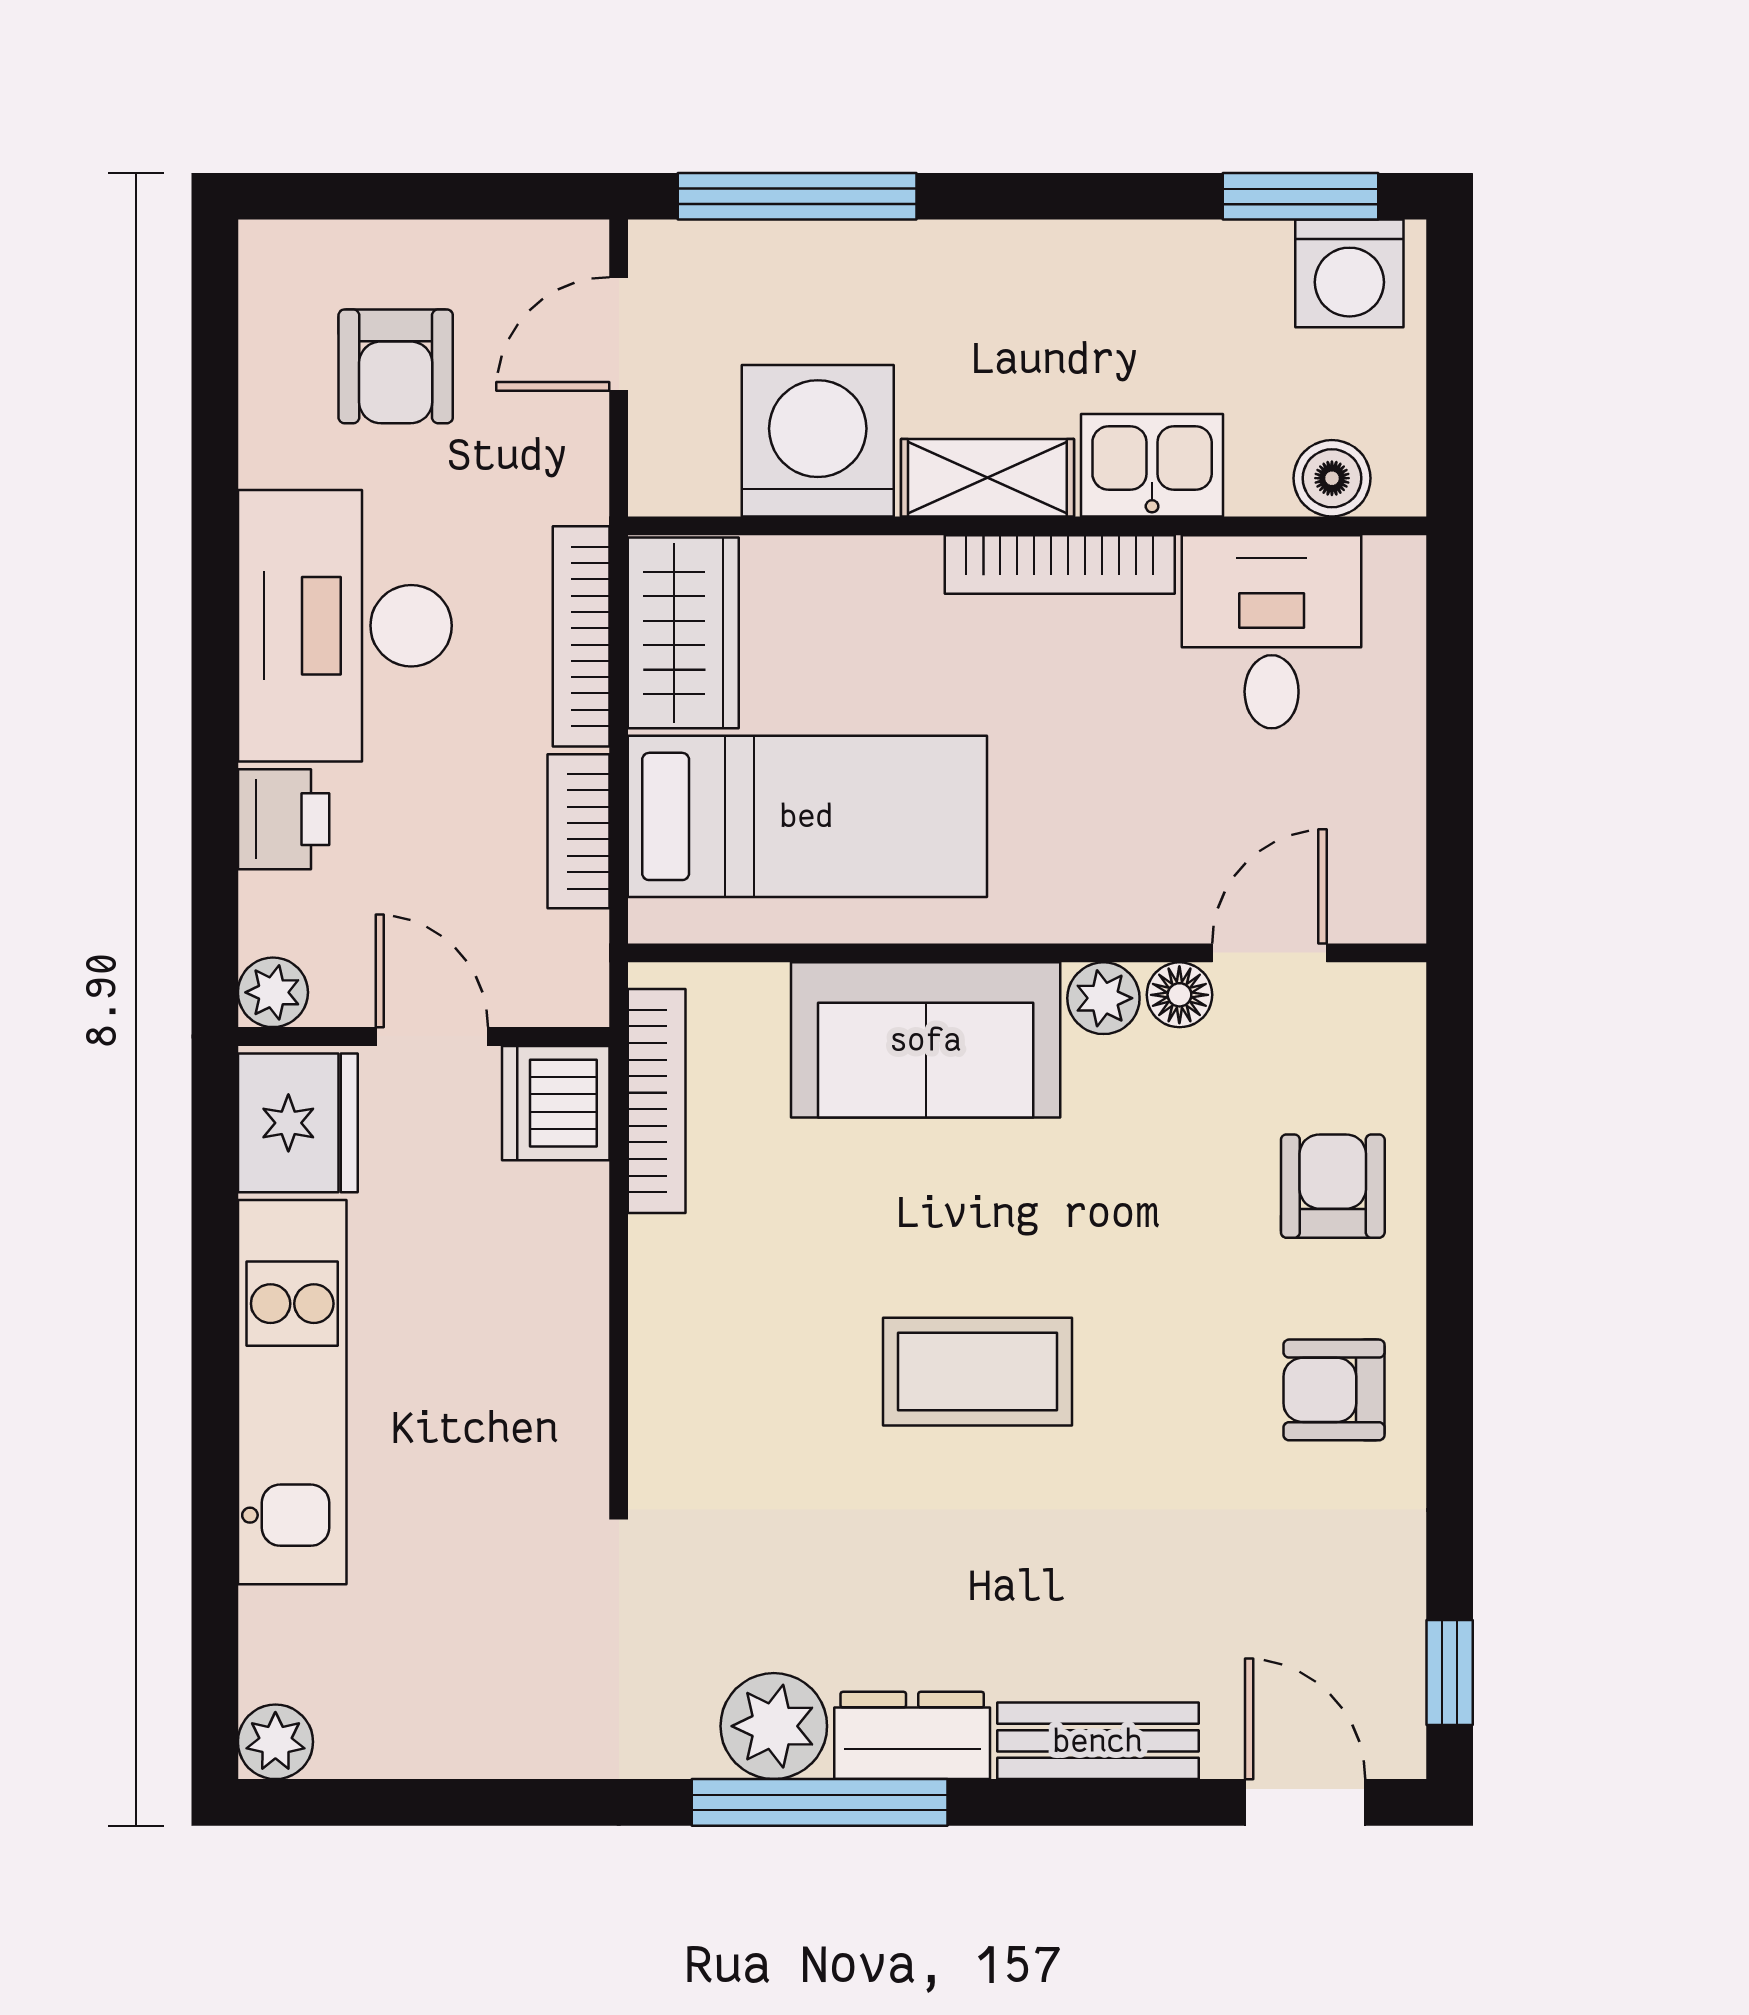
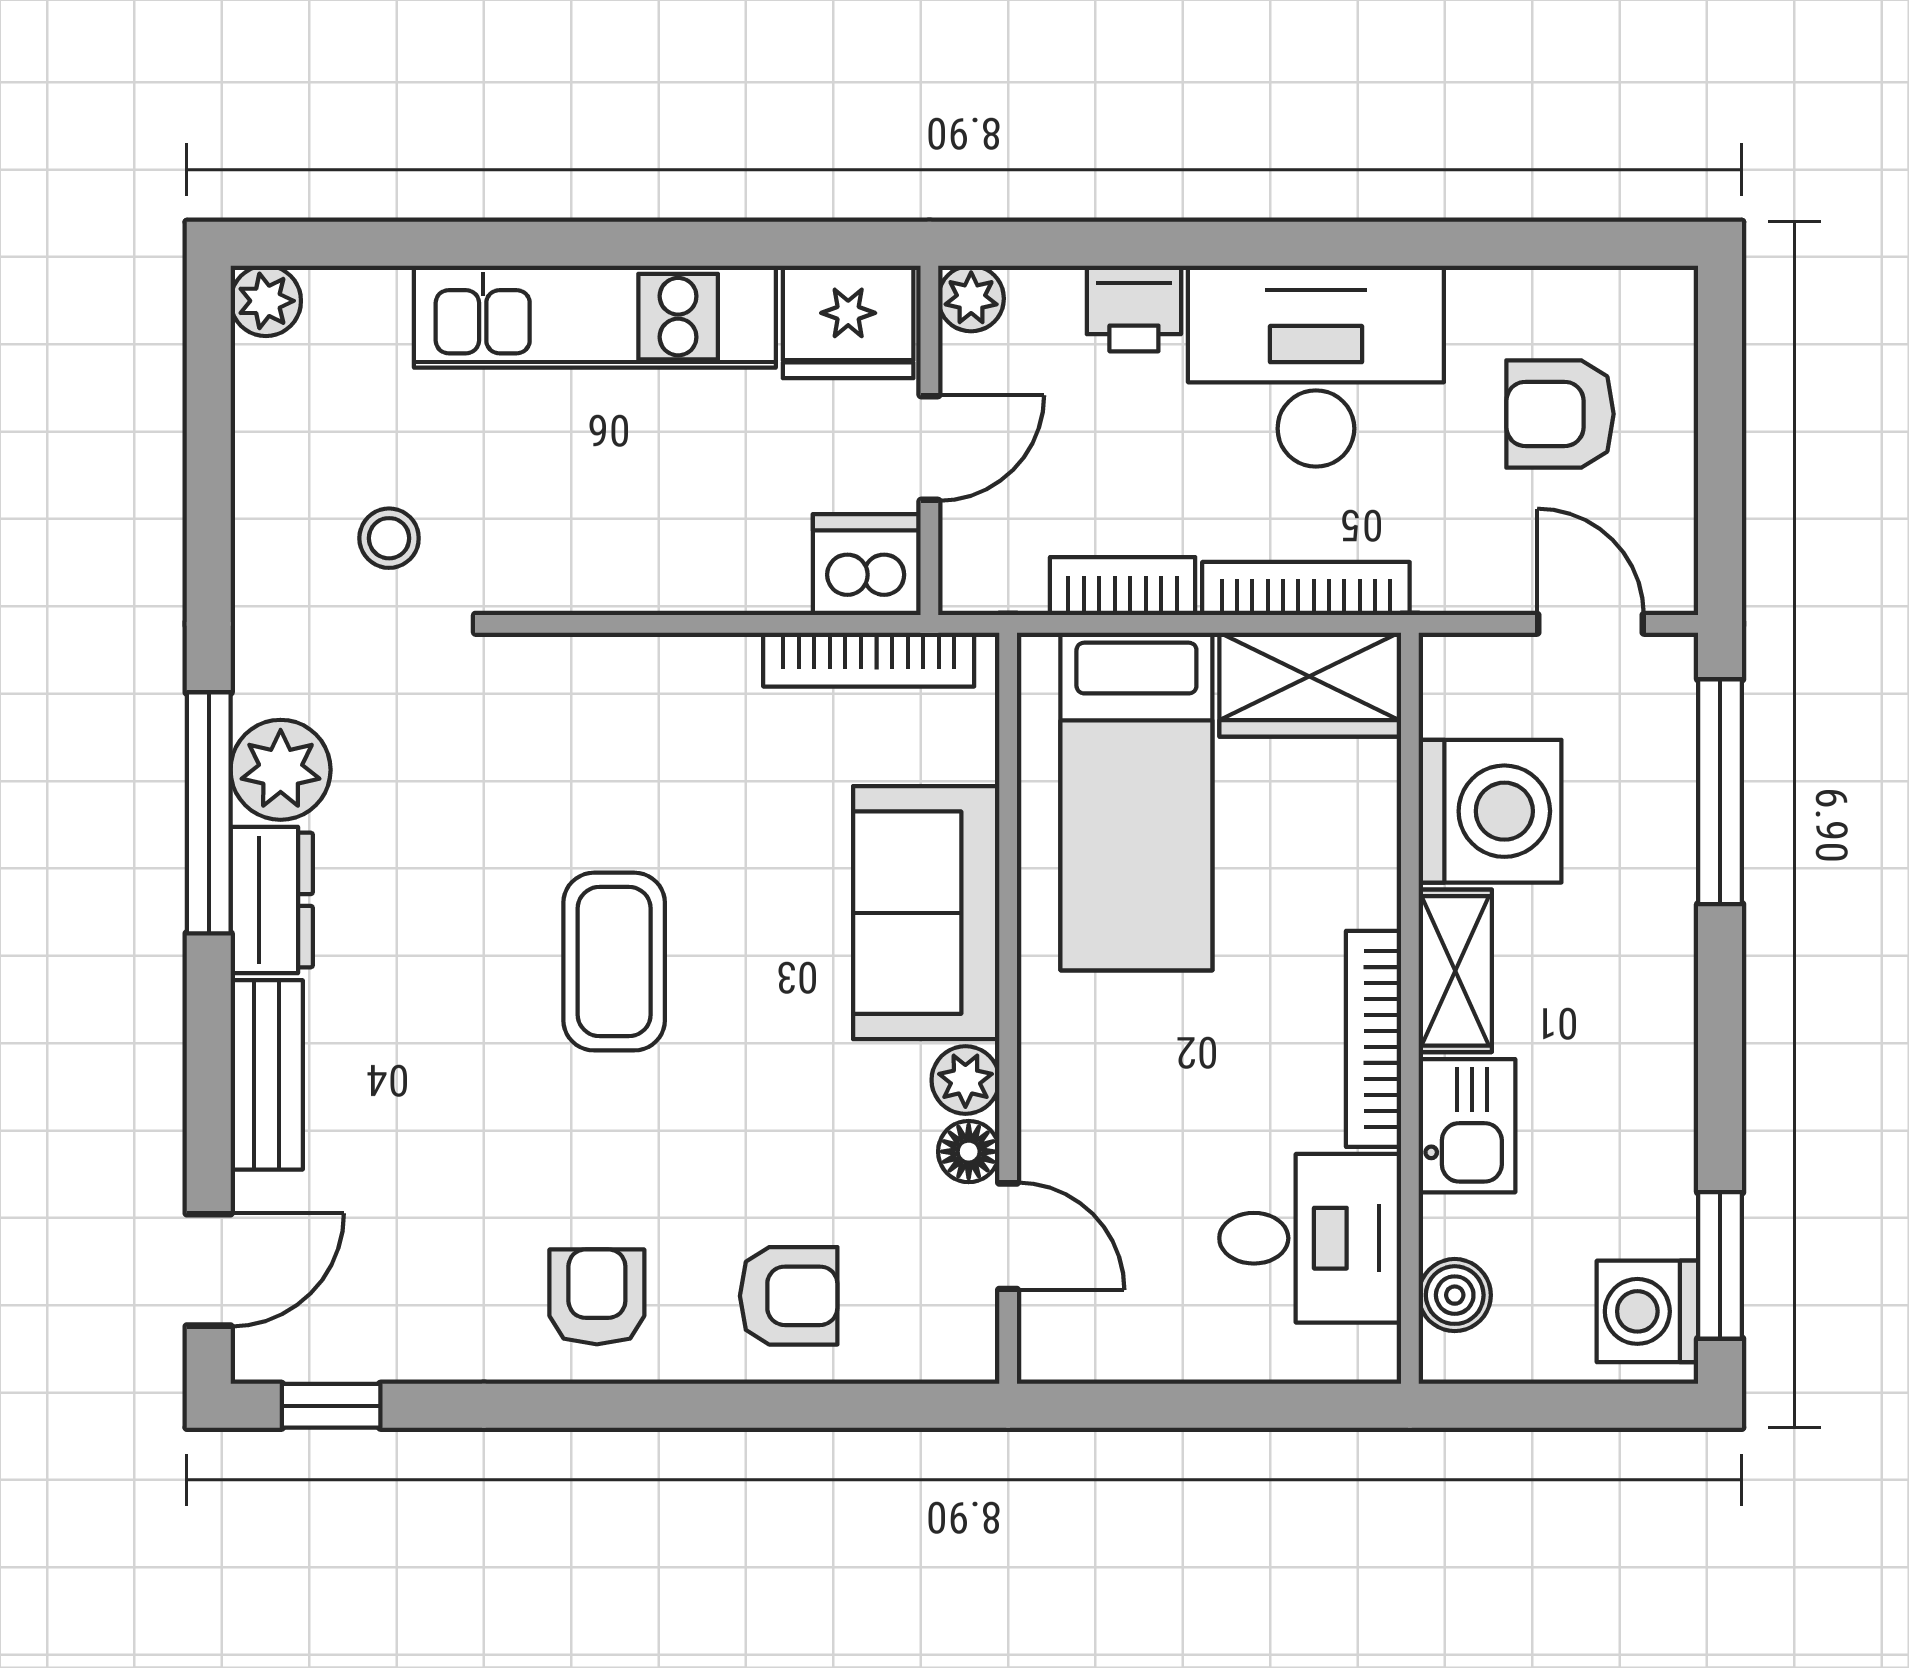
stool: (528, 1611) -> (389, 538), added

